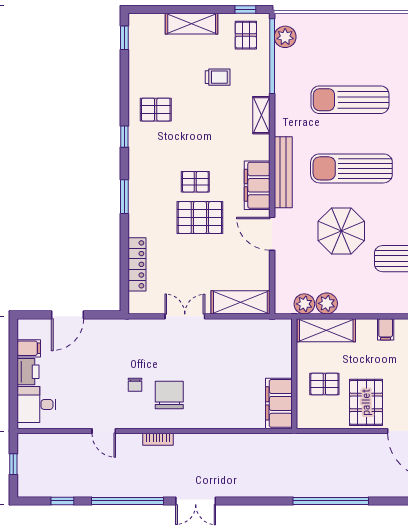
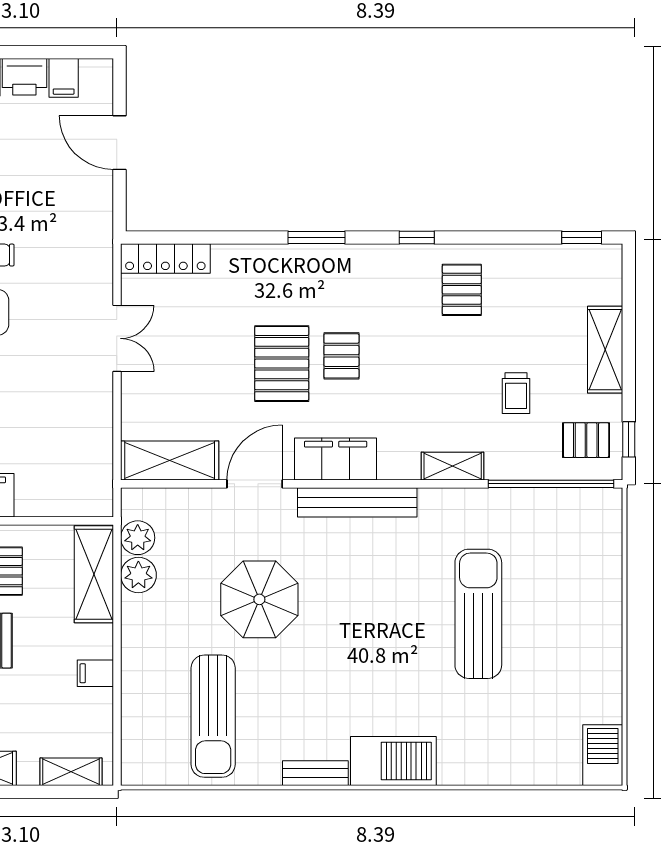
plant: (285, 37) -> (583, 506), removed
sun lounger: (351, 168) -> (364, 616), removed
locker: (137, 264) -> (165, 258), moved
shelving: (240, 302) -> (170, 461), moved, turned 90

